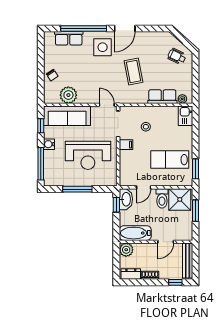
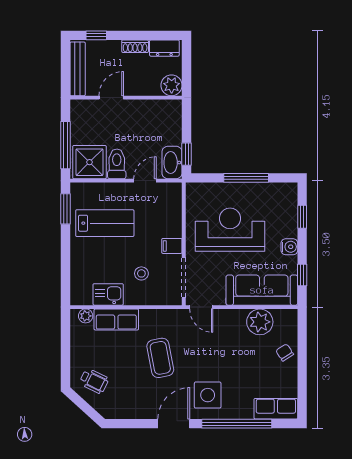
row of seats: (69, 38) -> (276, 409), moved
kitchen sink: (185, 116) -> (108, 294), moved, turned -90
window: (41, 164) -> (302, 217), width x0.46
window: (195, 211) -> (66, 145), width x1.44
bathtub: (135, 233) -> (158, 111), removed

